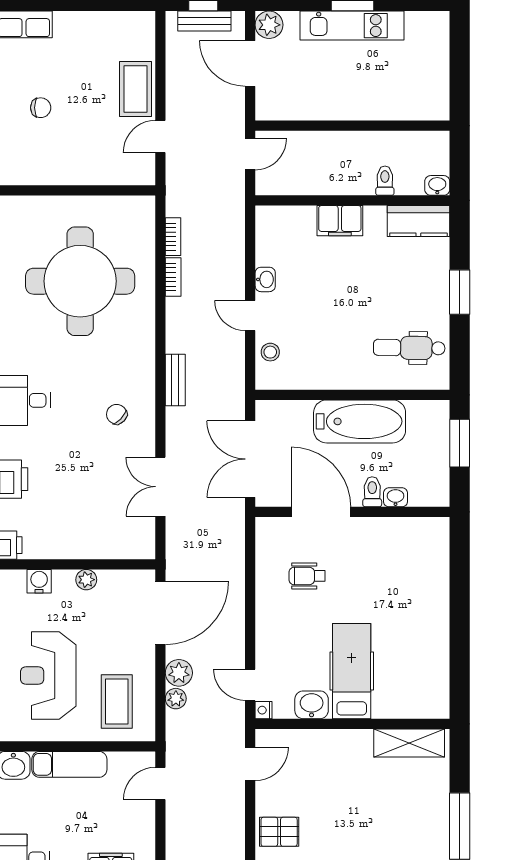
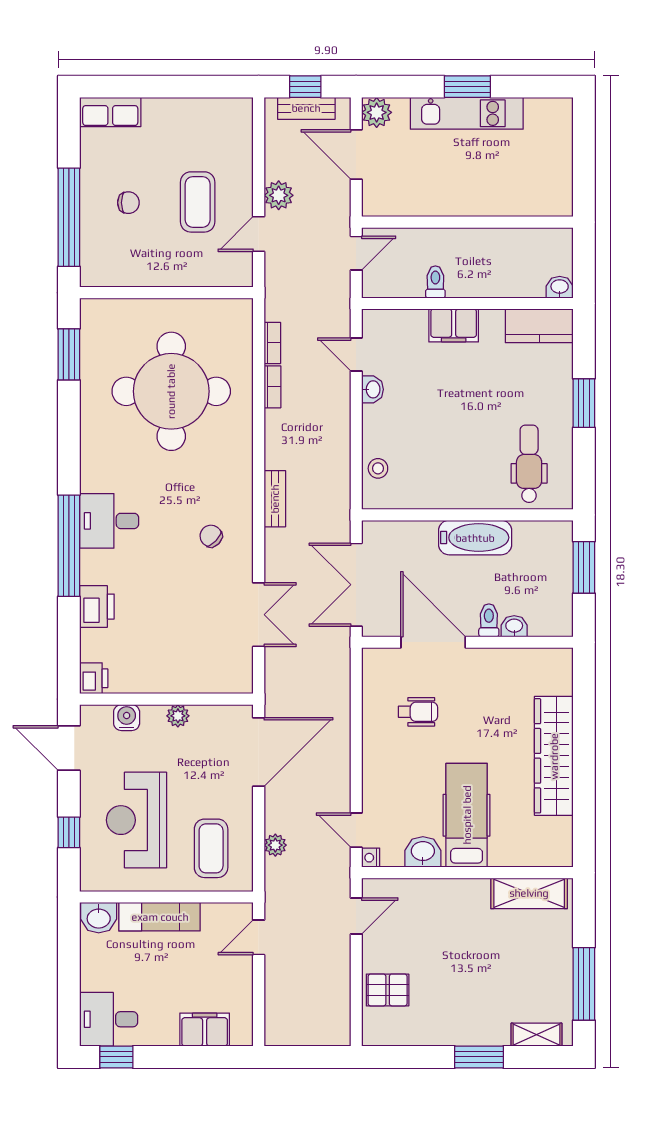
coffee table: (136, 89) -> (198, 202), moved
toilet: (385, 181) -> (435, 282), moved
door: (250, 316) -> (356, 355), moved
dental chair: (409, 348) -> (529, 464), turned 89
bathtub: (360, 421) -> (475, 538), width x0.73, depth x0.73
double door: (160, 487) -> (259, 615), swing flipped
wheelchair: (307, 576) -> (418, 712), turned 180
wardrobe: (432, 616) -> (554, 756), added
plant: (179, 673) -> (279, 195), moved

